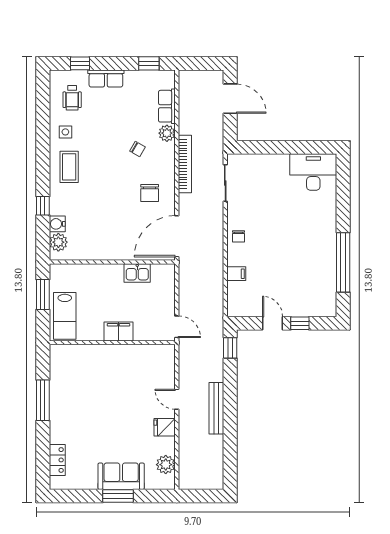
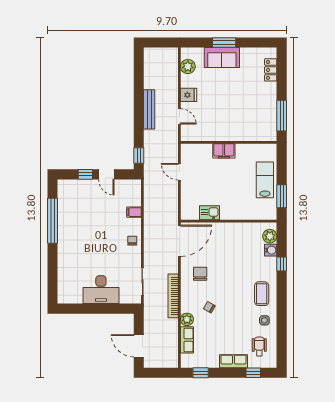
desk: (313, 172) -> (101, 290), moved
filing cabinet: (119, 331) -> (224, 151), moved
wall: (112, 343) -> (229, 142), moved

